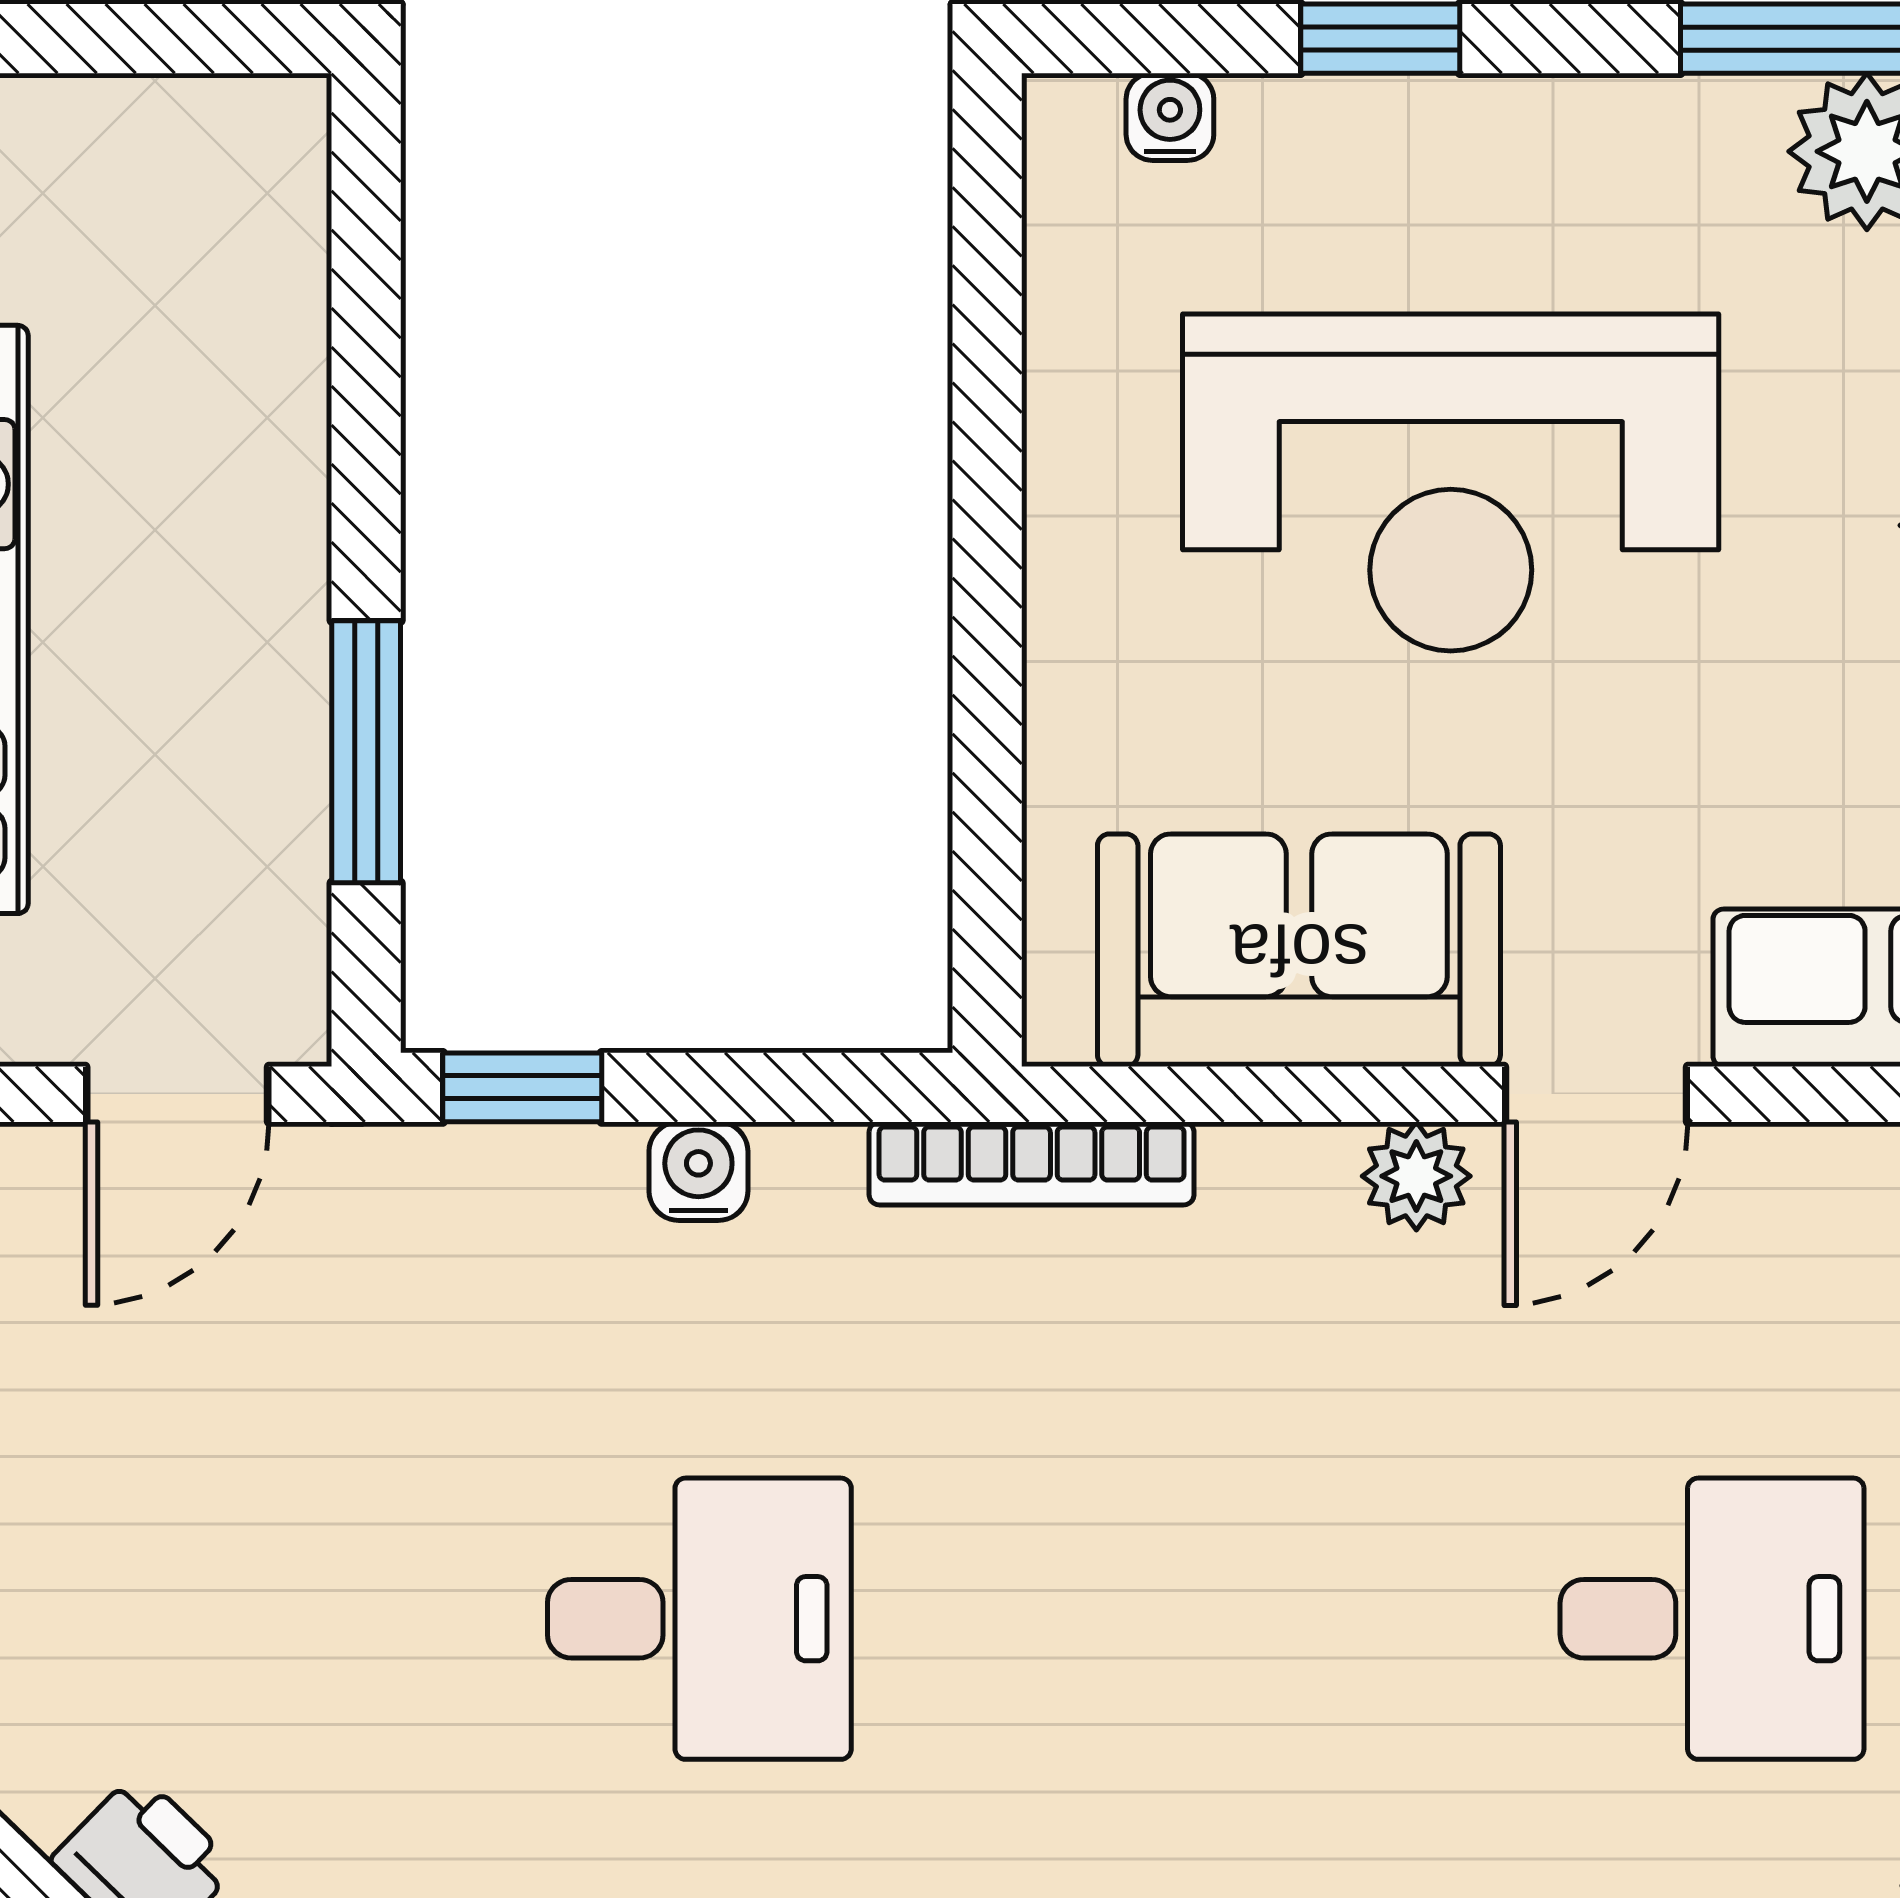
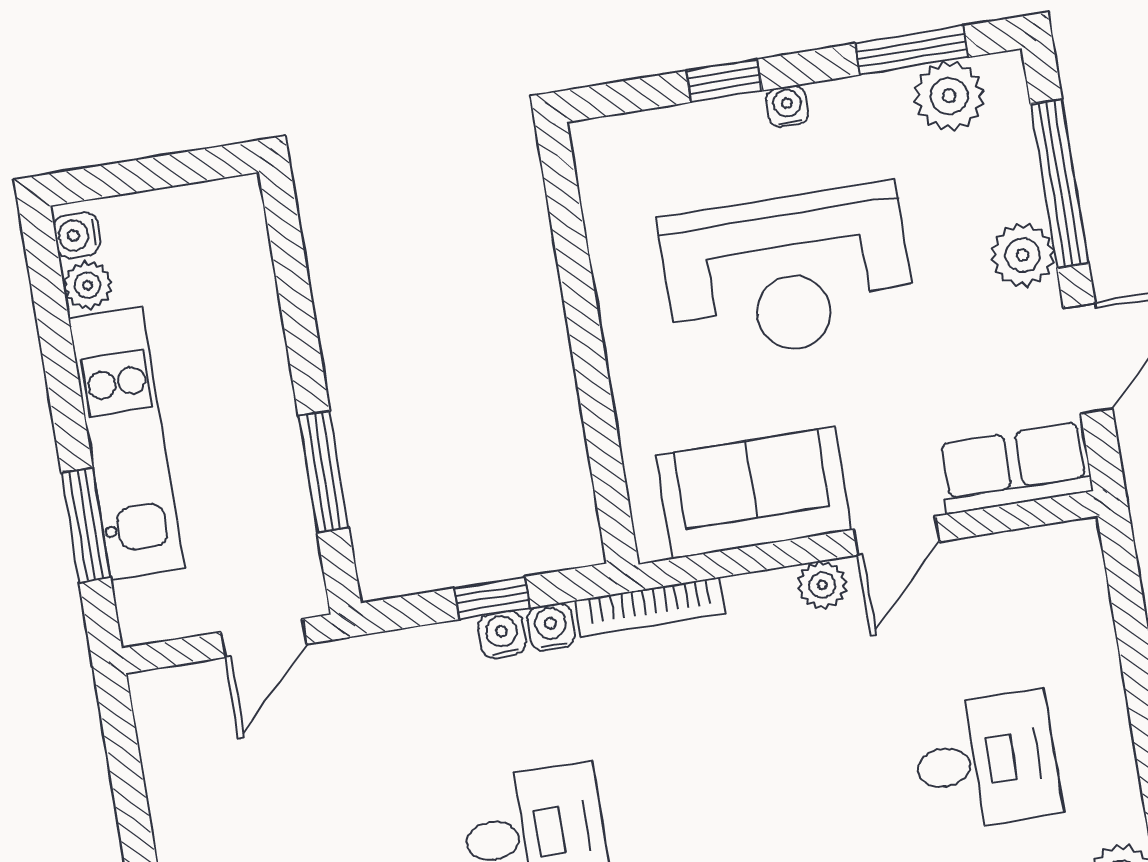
water cooler: (1170, 117) -> (787, 106), moved
window: (522, 1087) -> (492, 598), moved
water cooler: (808, 1172) -> (551, 627), added

